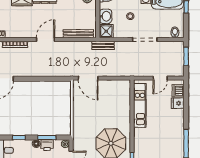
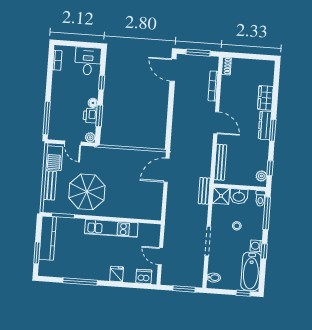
fridge: (178, 103) -> (117, 274), moved
kitchen unit: (140, 105) -> (111, 228), moved

